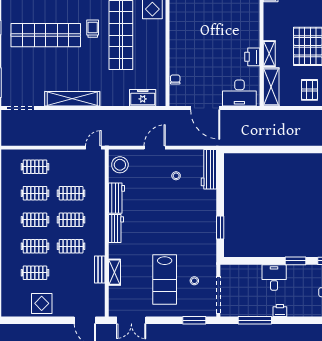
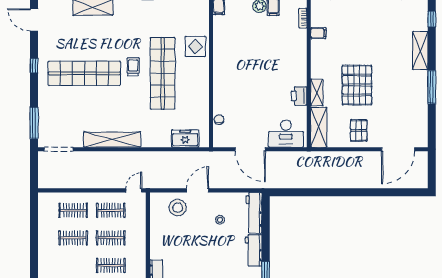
stool: (120, 165) -> (178, 208), moved
workbench: (117, 198) -> (254, 250), moved, turned 180
clothes rail: (35, 220) -> (111, 210), moved

